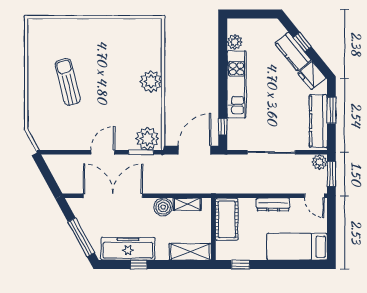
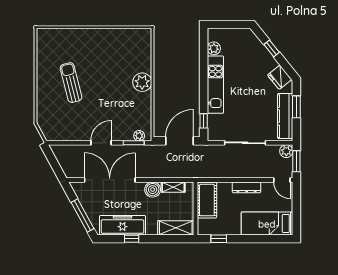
kitchen counter: (293, 52) -> (264, 57), removed
plant: (147, 139) -> (139, 136), width x0.53, depth x0.53

